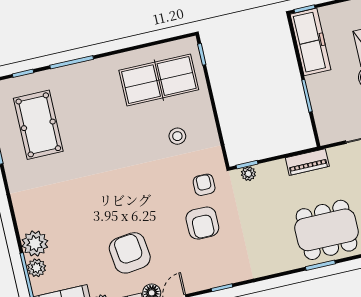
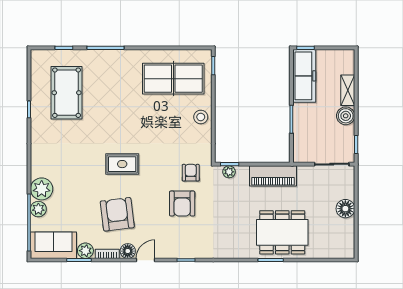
stool: (177, 136) -> (201, 117), moved
piano: (307, 162) -> (273, 176), width x1.37, depth x1.33
rug: (122, 193) -> (122, 164), added

